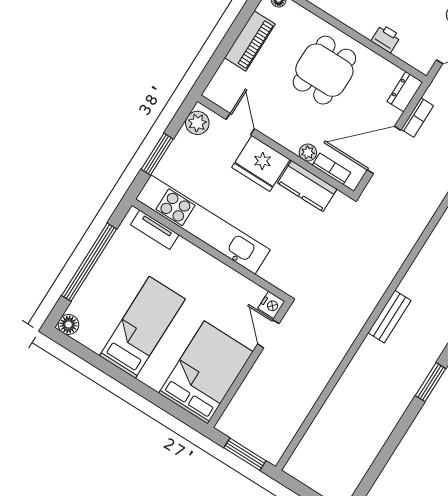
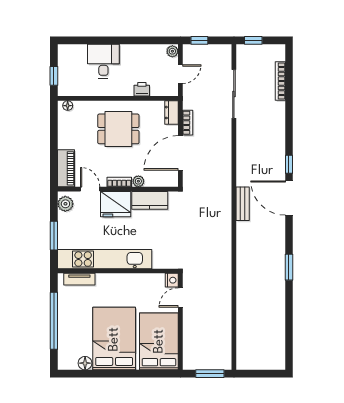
piano: (250, 41) -> (66, 168), moved
dining table: (324, 70) -> (118, 129), turned 90
bookcase: (331, 169) -> (119, 182), moved
bench: (390, 317) -> (243, 204), moved
floor lamp: (68, 325) -> (85, 363), moved
bed: (142, 327) -> (114, 339), width x1.50
door: (268, 334) -> (180, 297), hinge flipped

